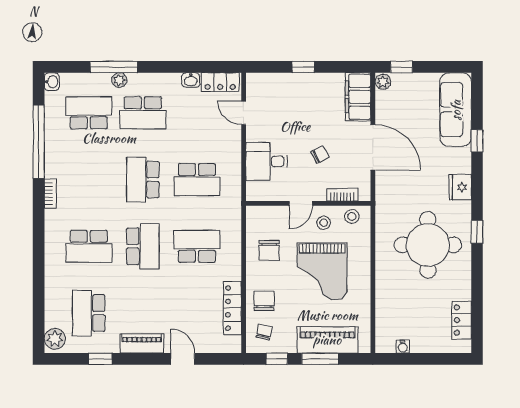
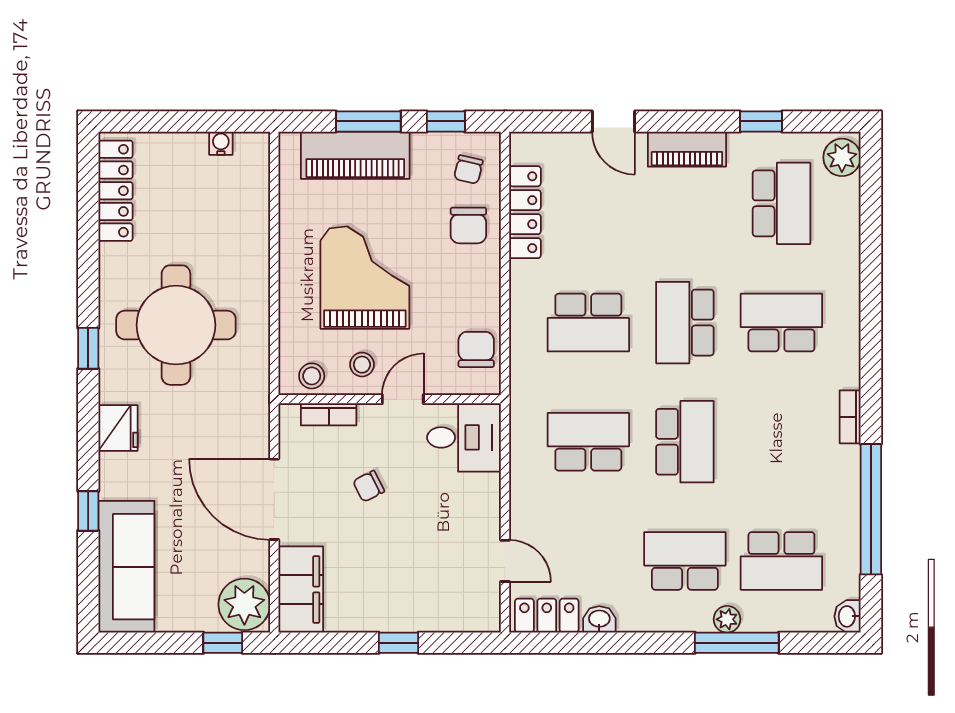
plant: (383, 82) -> (244, 604), width x1.87, depth x1.87
desk: (267, 161) -> (464, 437), moved
chair: (269, 250) -> (476, 349), moved
locker: (462, 320) -> (116, 191), width x1.53

